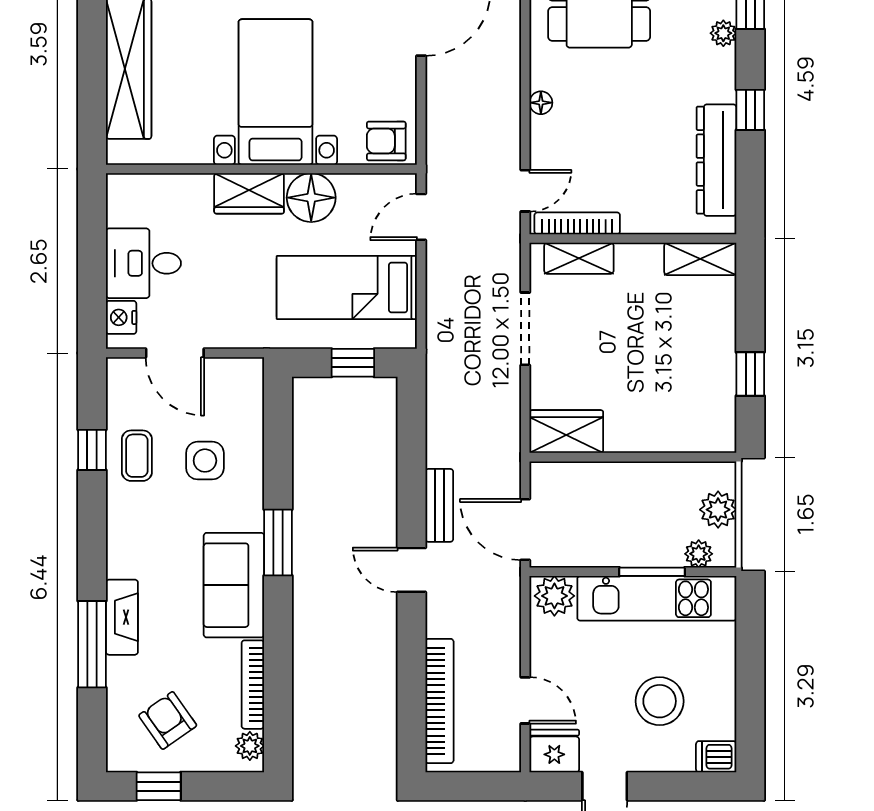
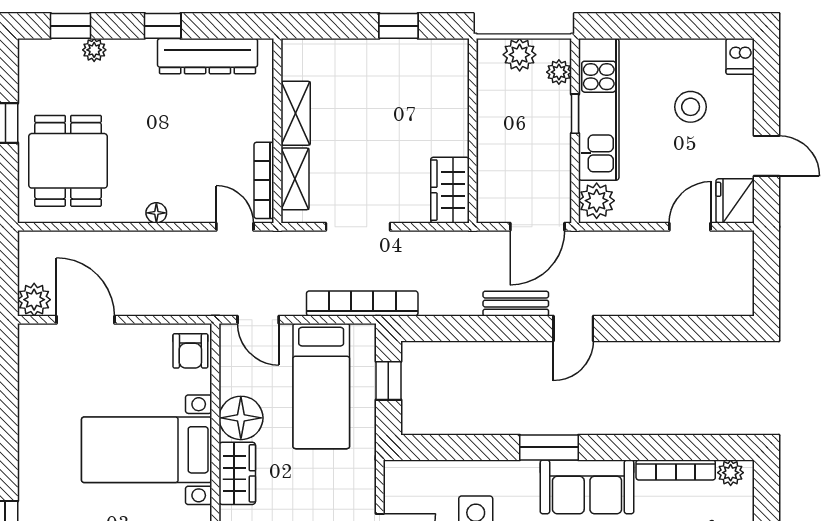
shelving: (700, 259) -> (296, 113), moved
window: (652, 572) -> (575, 114), width x0.67
bookcase: (439, 701) -> (362, 303), moved
stool: (660, 701) -> (691, 107), width x0.73, depth x0.73

